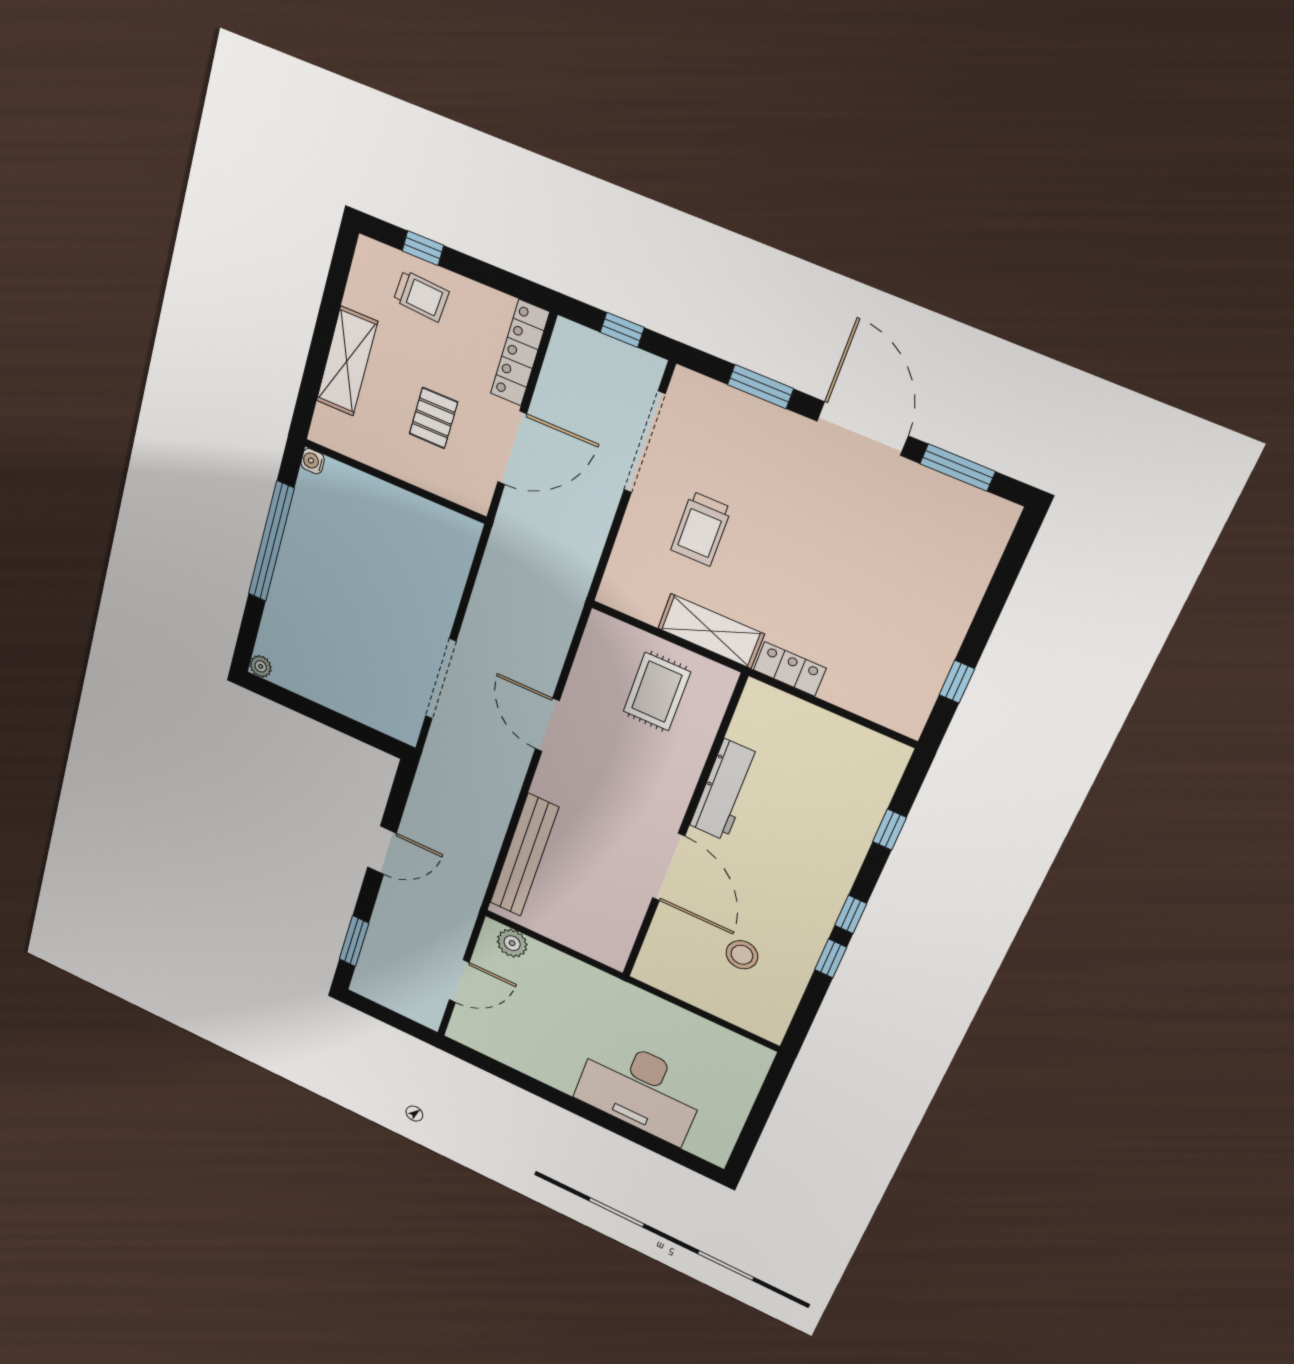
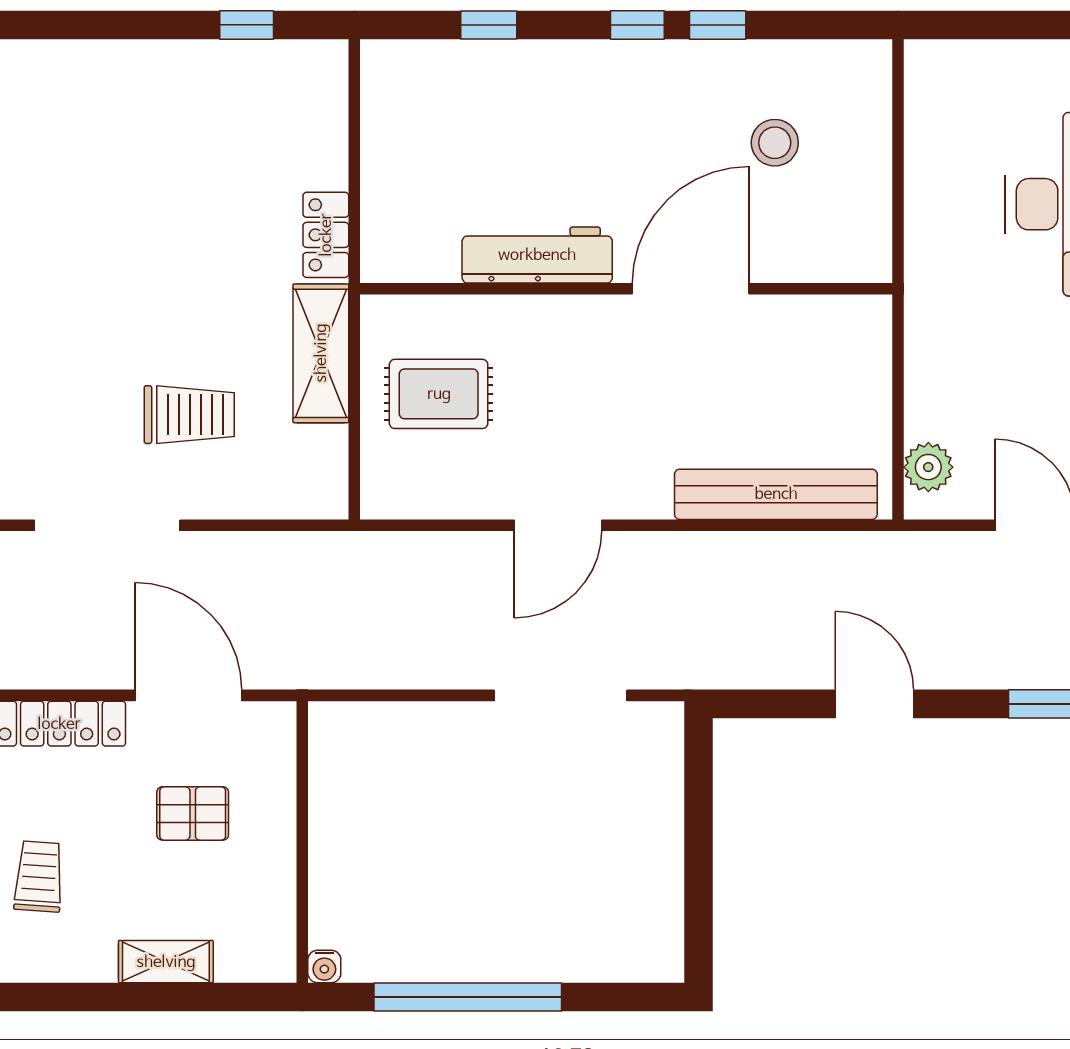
shelving: (347, 361) -> (166, 962), width x0.67, depth x0.75
plant: (261, 666) -> (667, 965), removed

